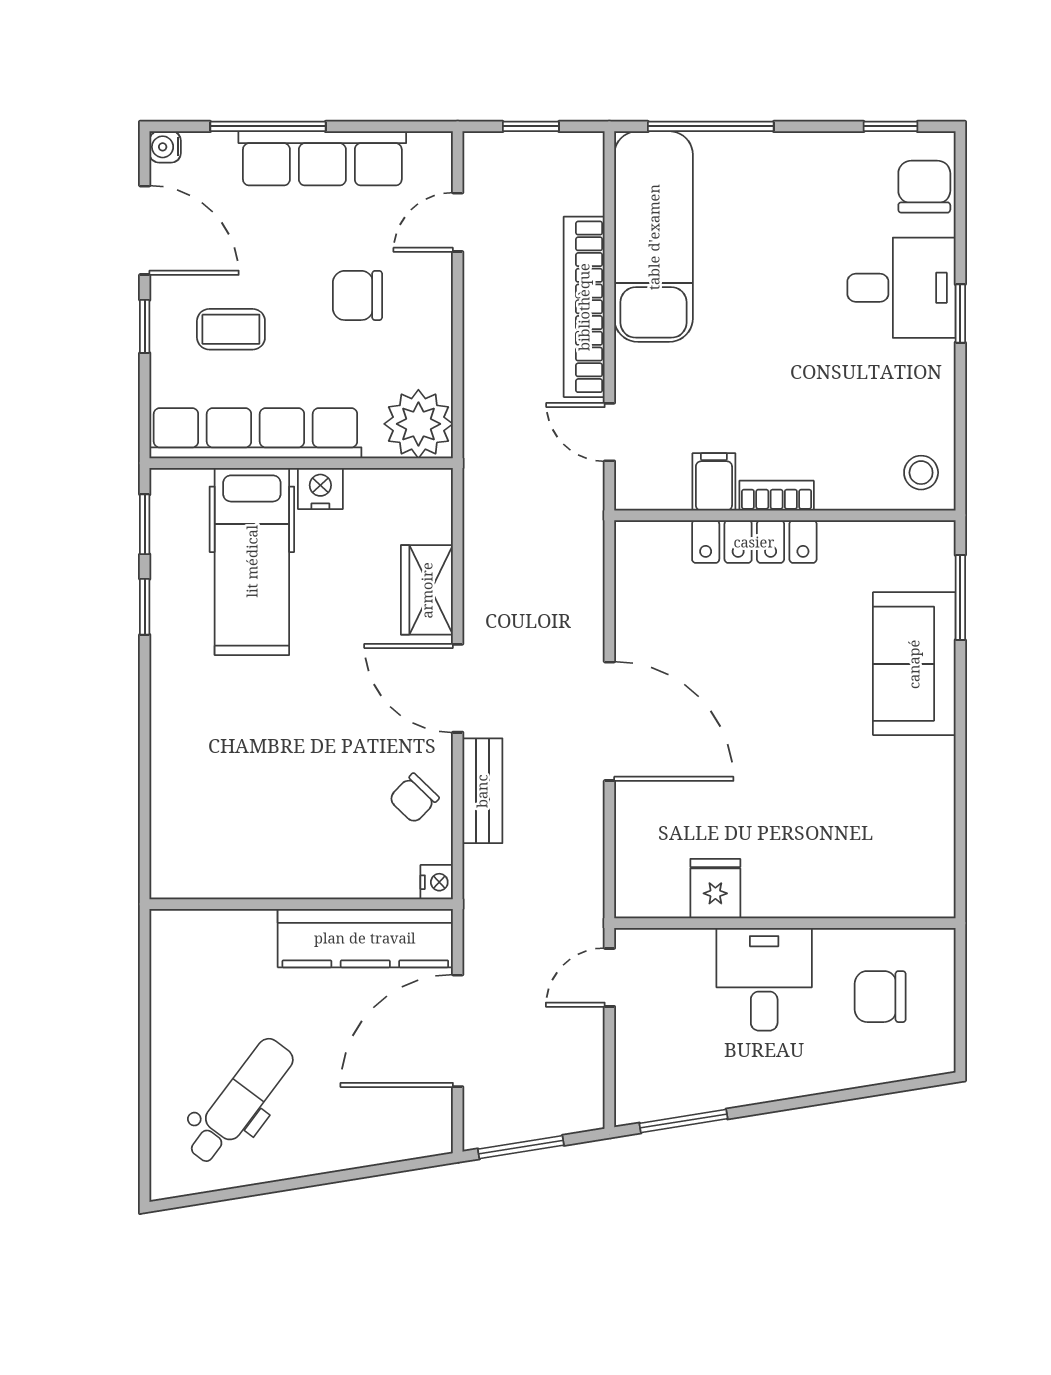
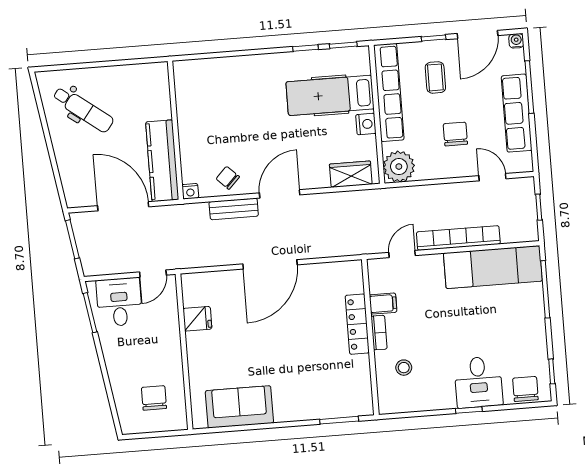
chair: (924, 187) -> (525, 389), turned -90
stool: (921, 473) -> (404, 368), moved
wardrobe: (427, 590) -> (351, 174), moved
sofa: (914, 664) -> (239, 407), moved
door: (609, 977) -> (153, 274), swing flipped
desk: (764, 979) -> (119, 302), moved, turned -90

